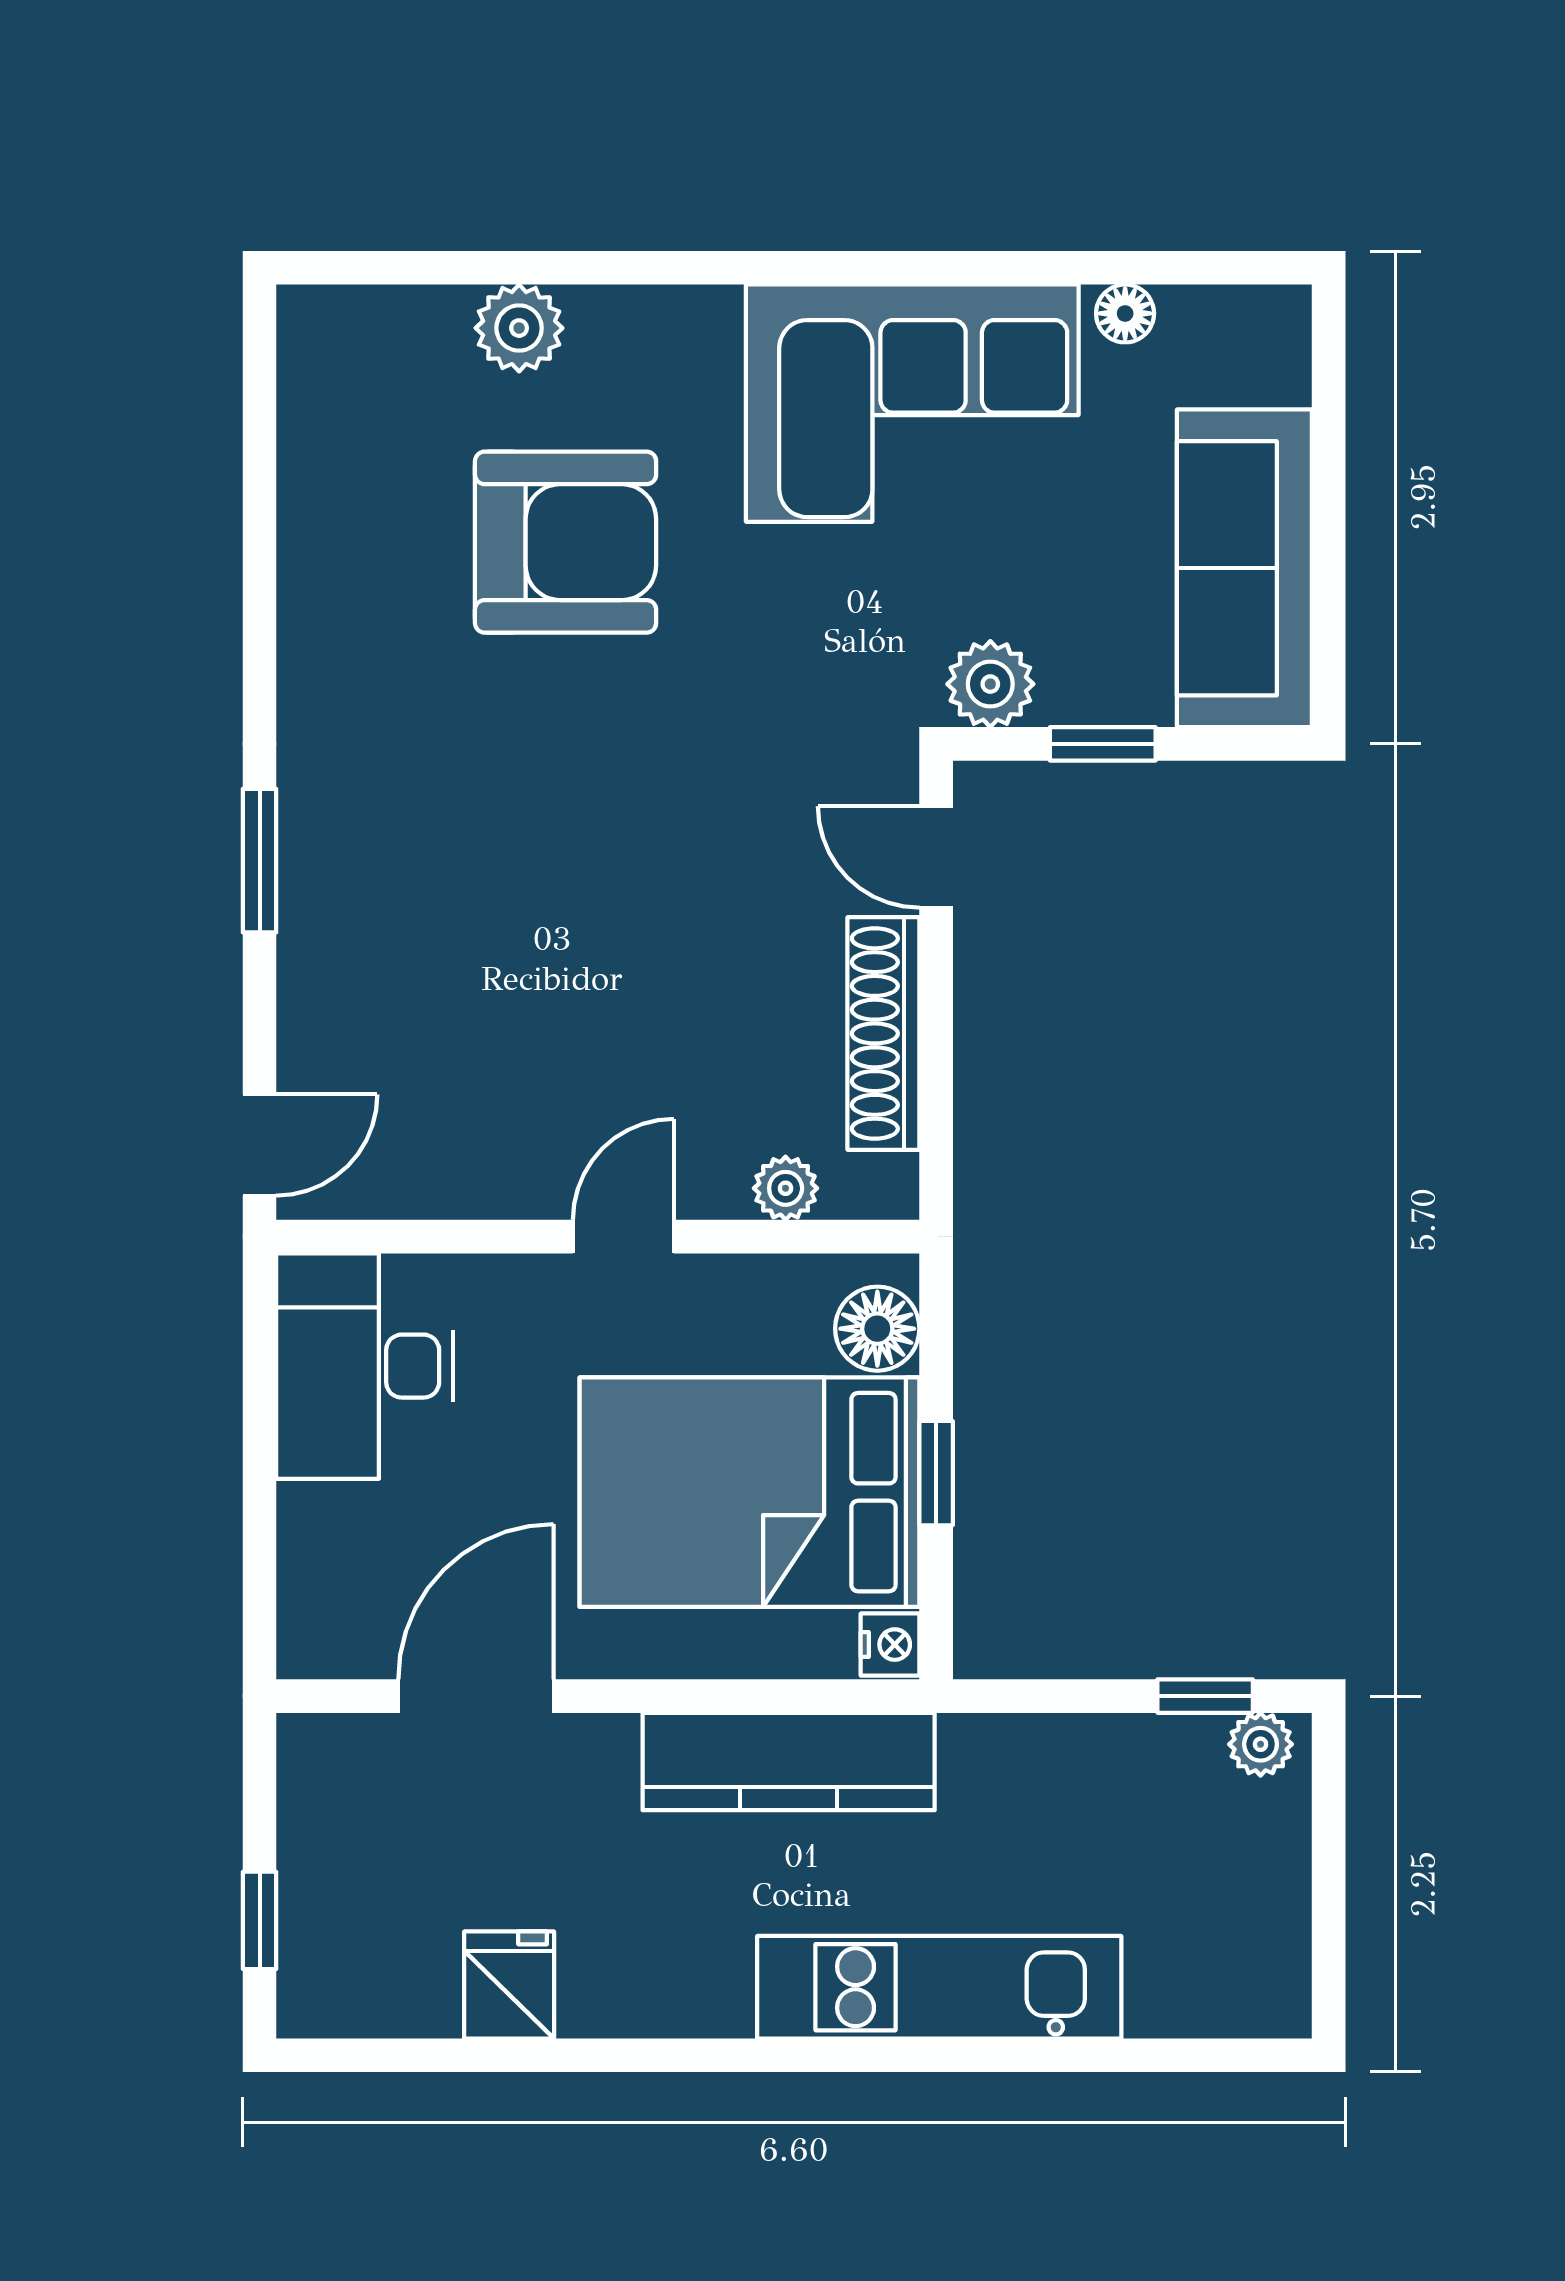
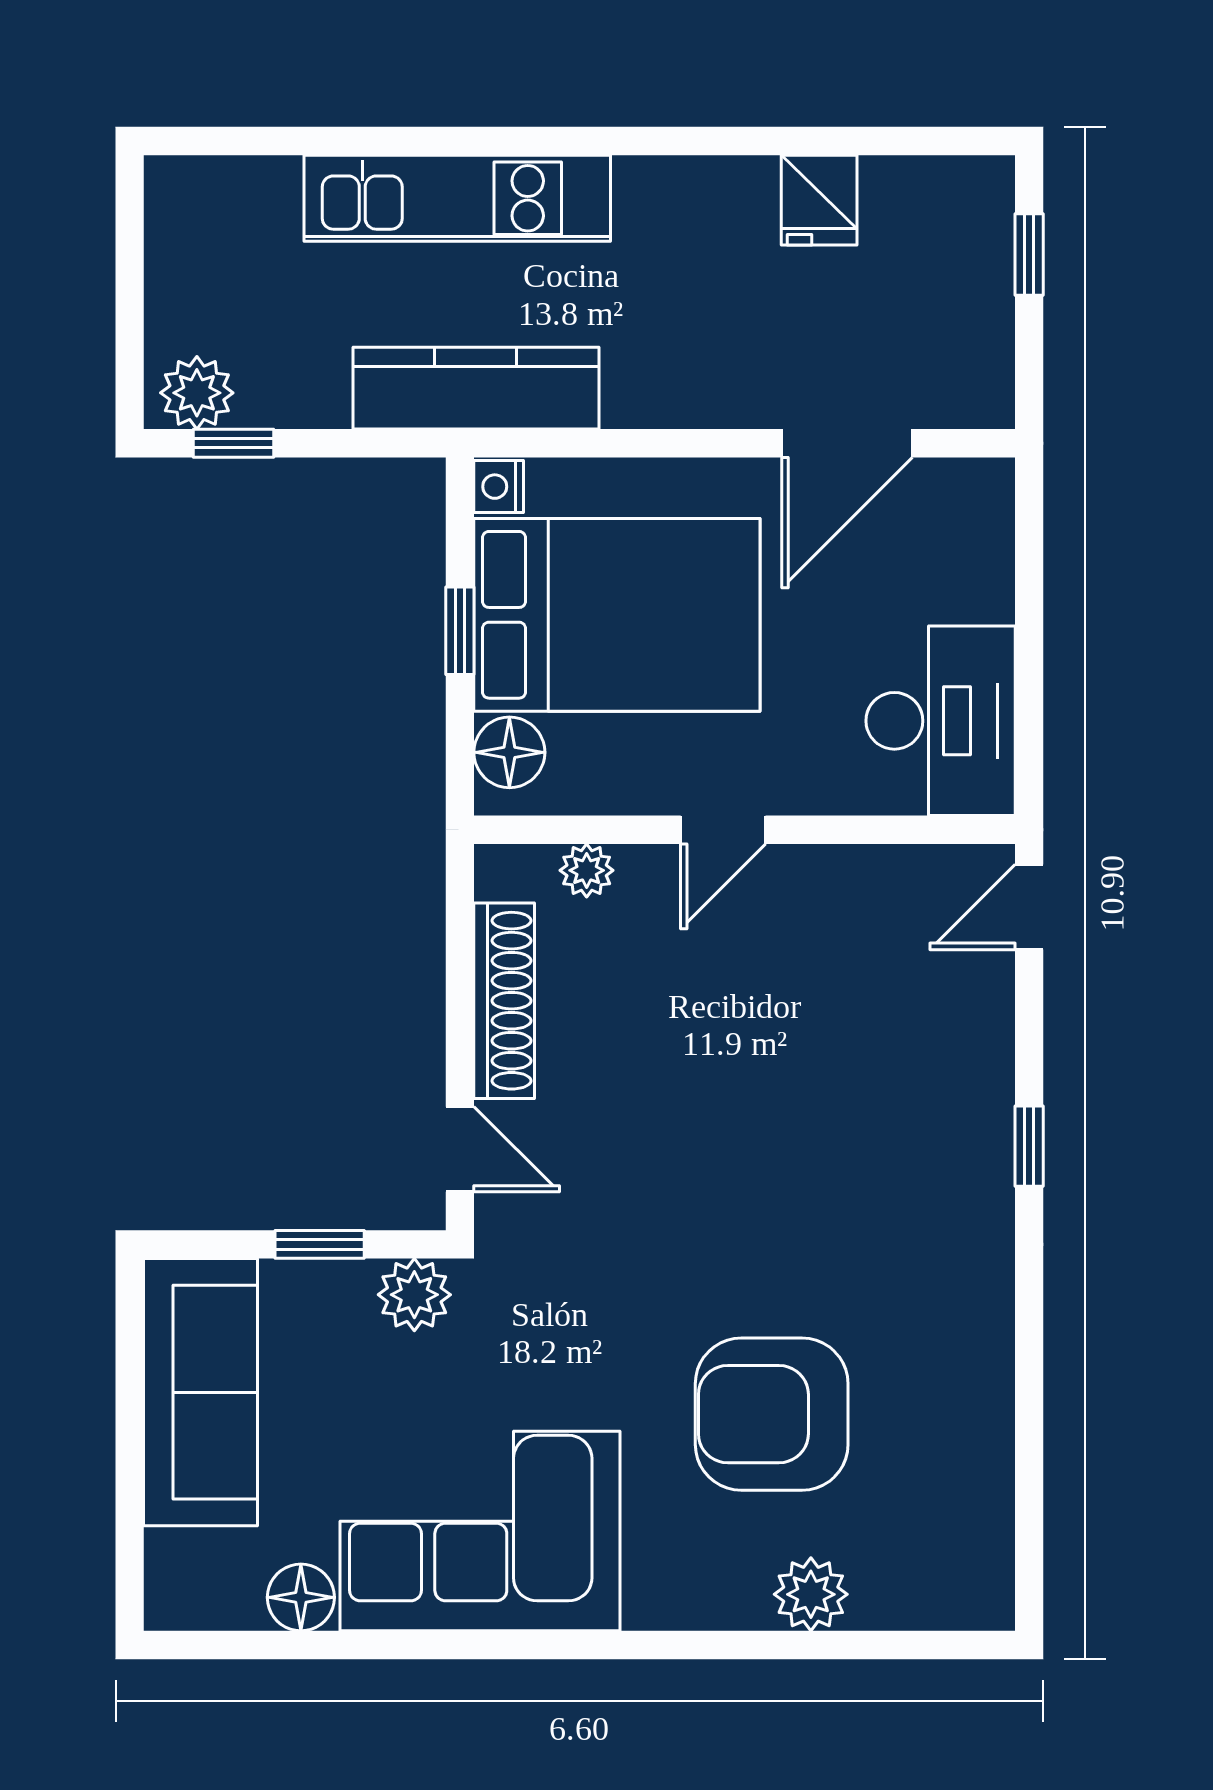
floor lamp: (1125, 313) -> (301, 1597), width x1.37, depth x1.37
window: (260, 861) -> (1029, 1146), width x0.67
plant: (1261, 1744) -> (197, 393), width x1.38, depth x1.38
kitchen counter: (789, 1761) -> (476, 388), moved

